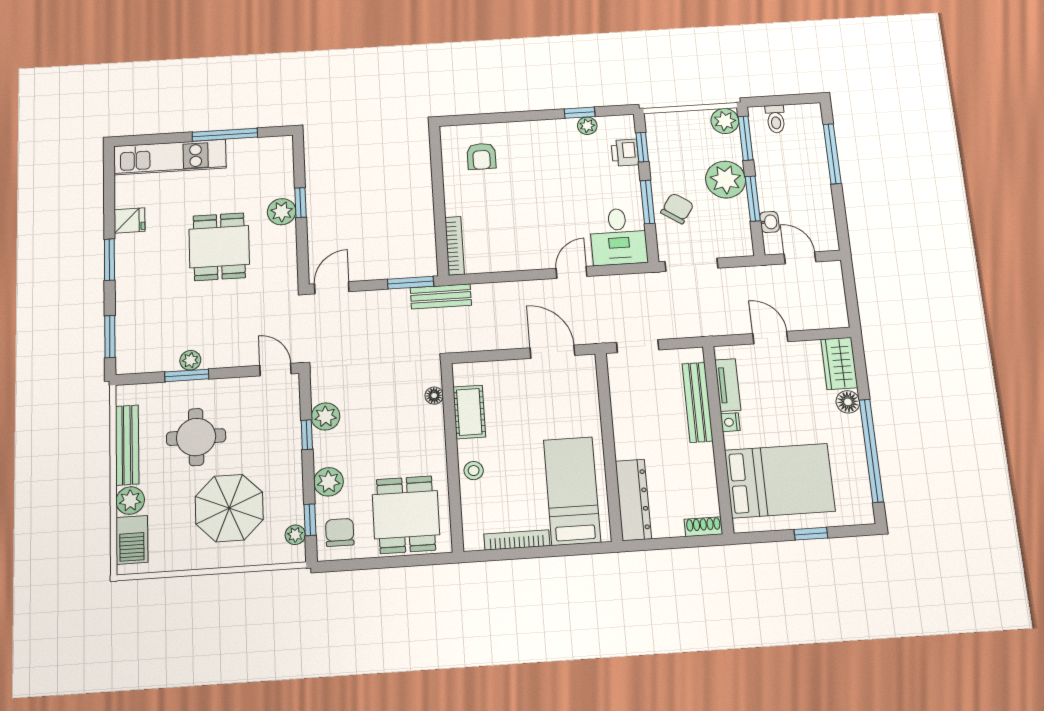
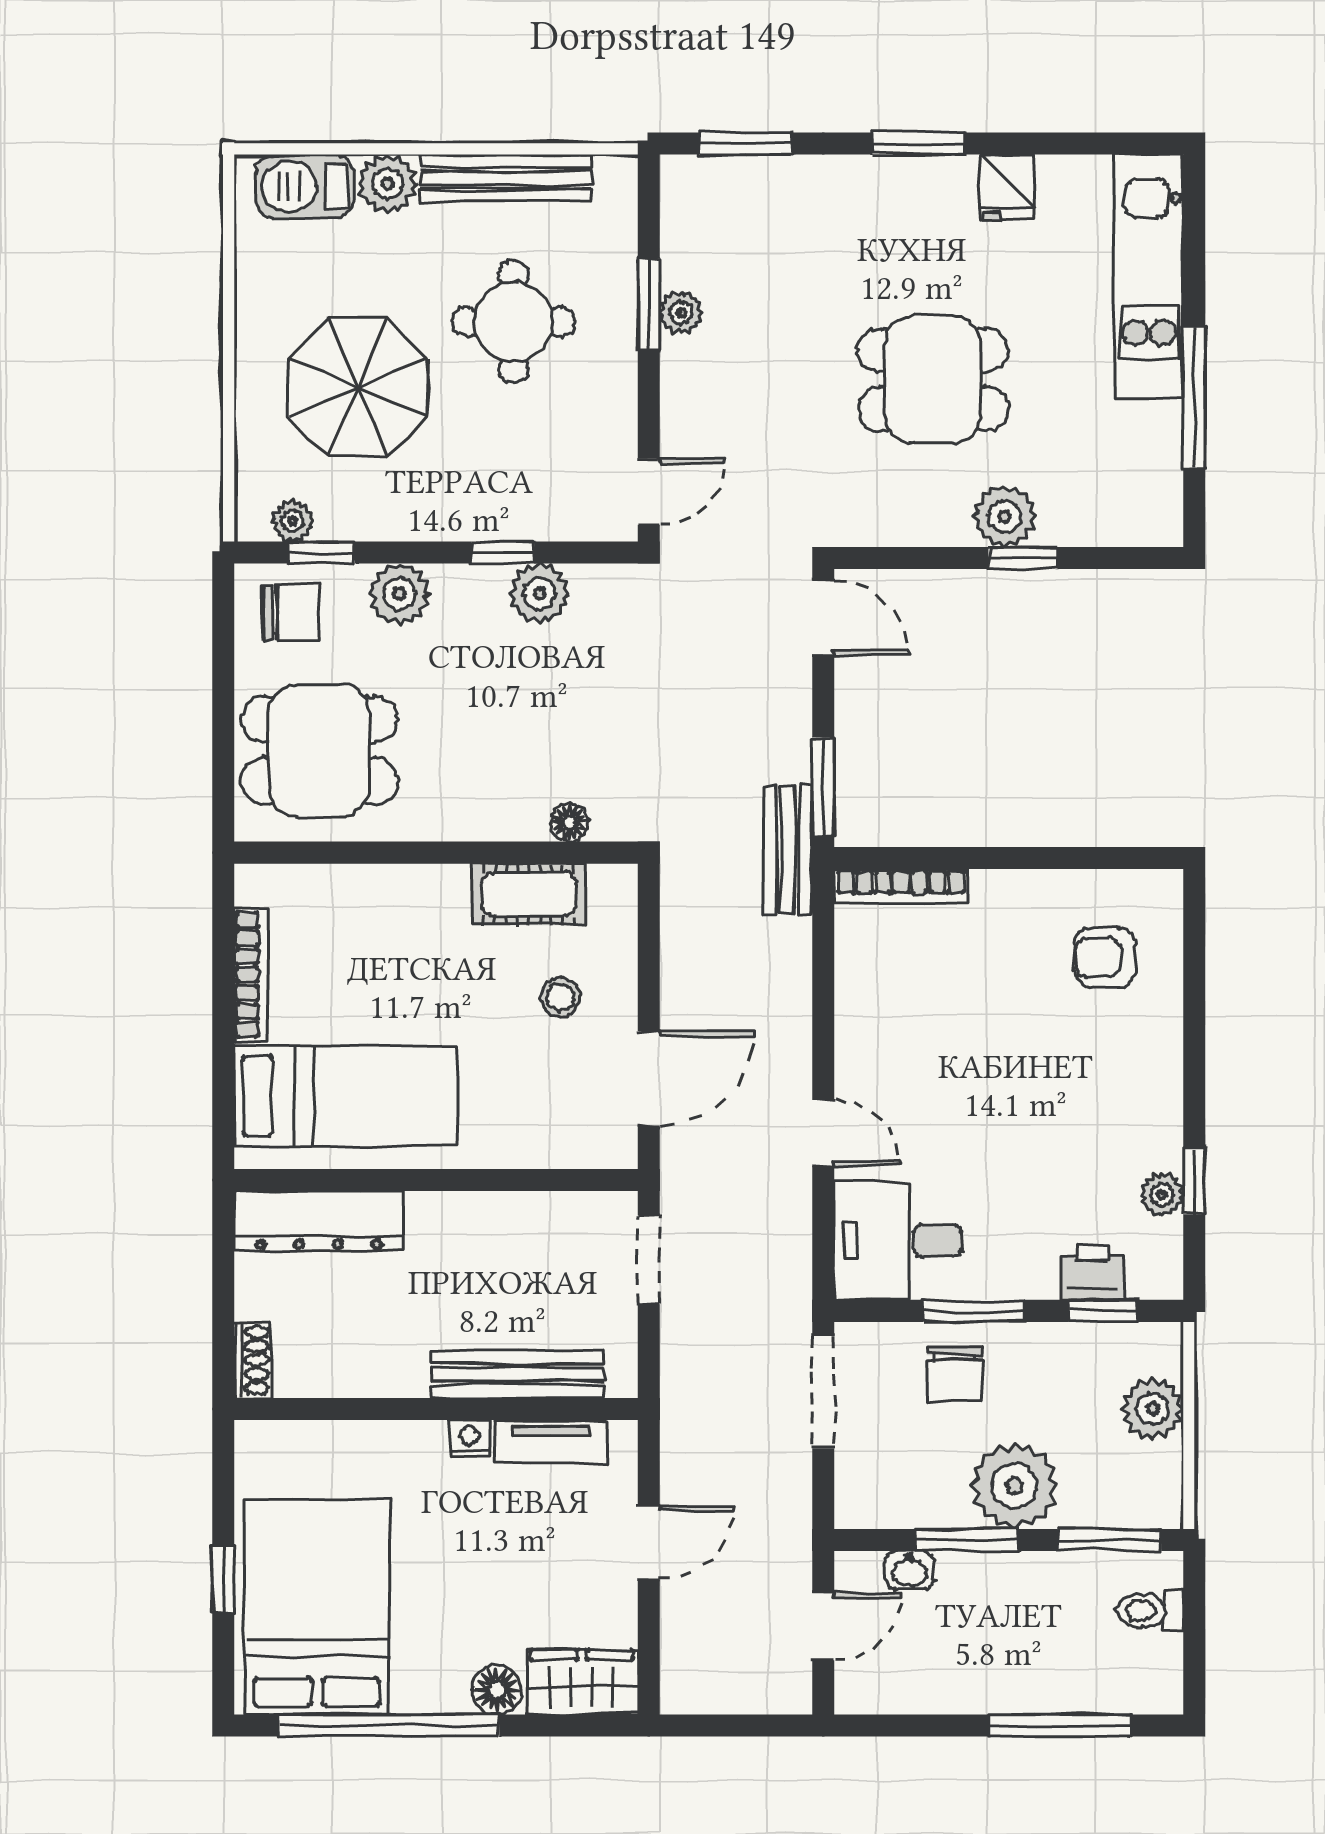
plant: (725, 121) -> (1153, 1409), moved
chair: (677, 208) -> (954, 1374), turned 56
stool: (474, 471) -> (560, 998), moved
bed: (780, 481) -> (317, 1607), moved, turned 180

